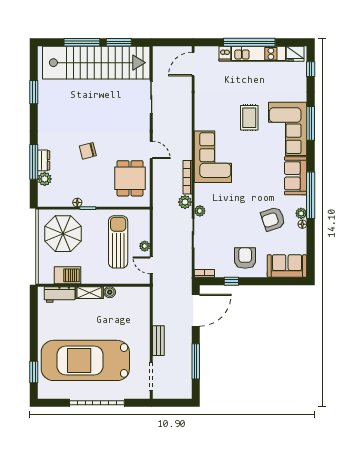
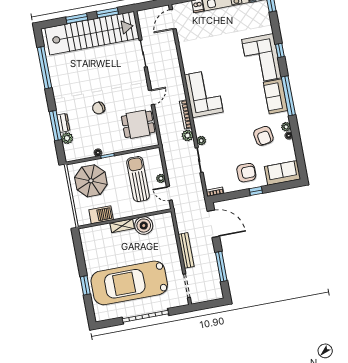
window: (82, 42) -> (77, 19), width x0.69
window: (34, 92) -> (44, 68), width x2.11
rug: (249, 118) -> (228, 55), removed
window: (311, 123) -> (280, 50), width x0.46
door: (151, 150) -> (151, 97), hinge flipped
dining table: (130, 178) -> (138, 124), turned 90
window: (311, 195) -> (288, 96), moved
armchair: (273, 219) -> (263, 136), turned -81
armchair: (245, 258) -> (246, 173), turned 90
window: (231, 281) -> (256, 191), moved
boiler: (110, 292) -> (144, 226), width x1.86, depth x1.86
workbench: (60, 294) -> (97, 232), removed
door: (196, 310) -> (213, 224), hinge flipped
bench: (158, 341) -> (186, 250), width x1.36
window: (34, 372) -> (85, 285), moved

